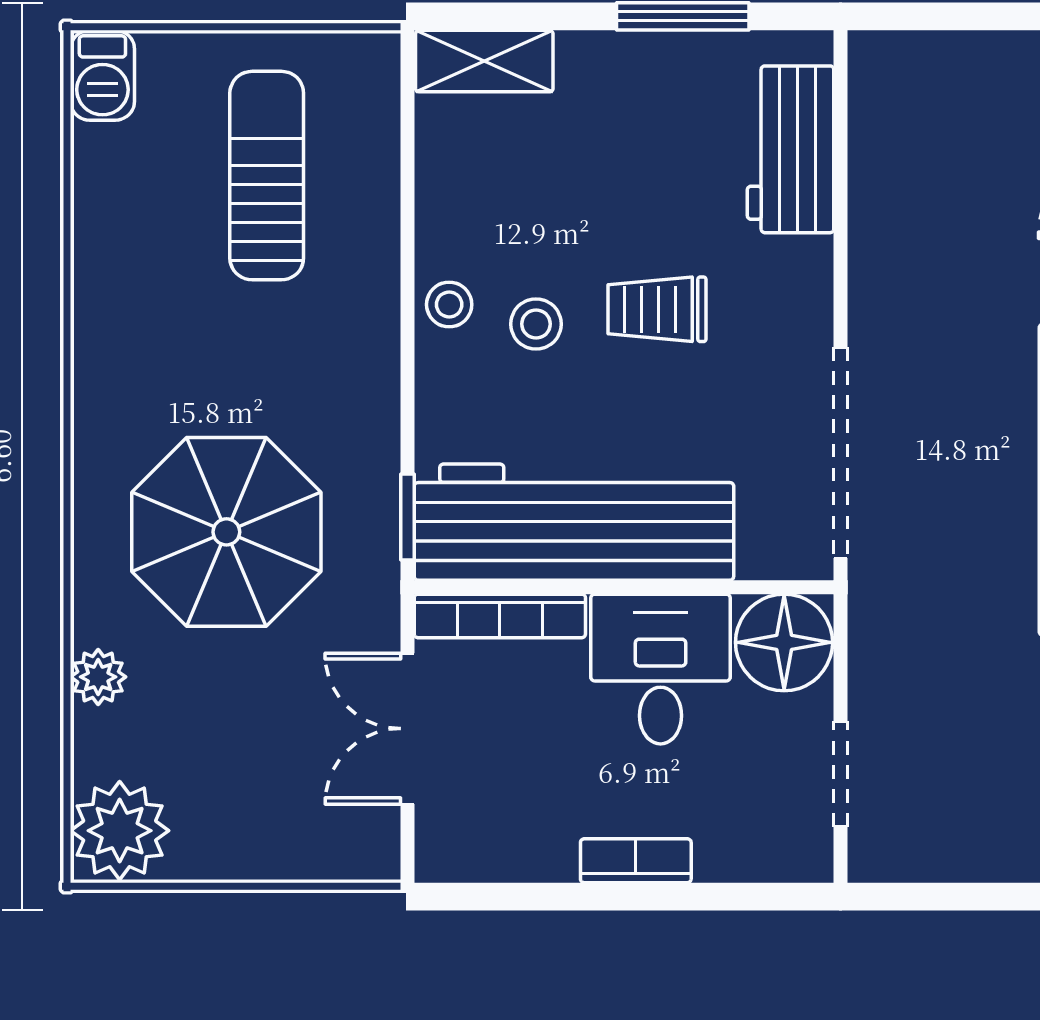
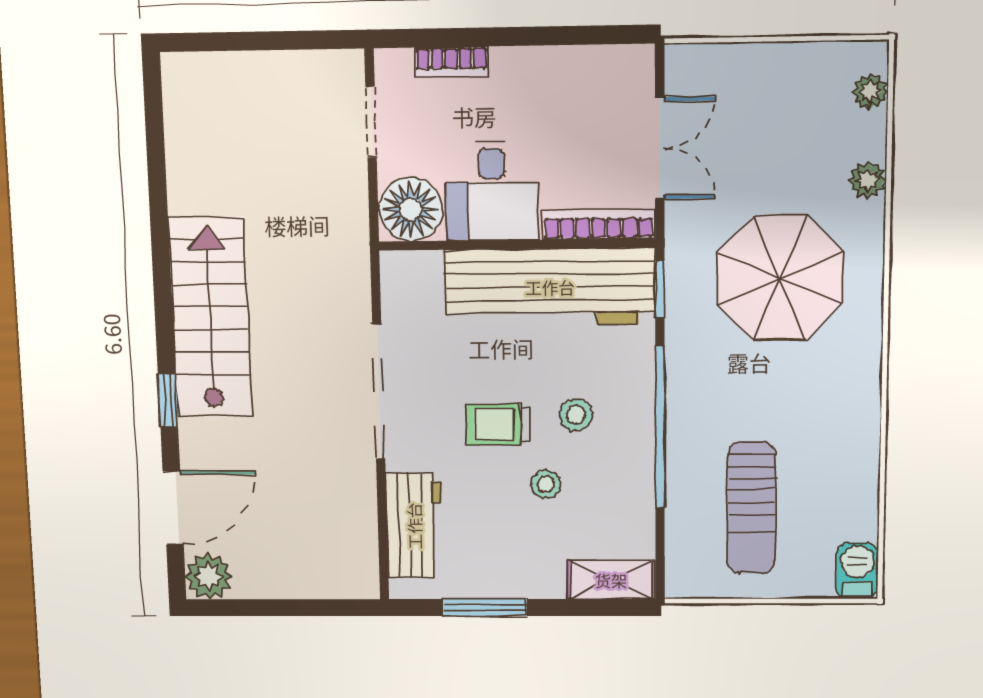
window: (407, 304) -> (660, 427), added
stool: (449, 305) -> (546, 484), moved
trolley: (657, 309) -> (498, 425), turned 180
doorway: (841, 453) -> (379, 392), moved
plant: (120, 831) -> (870, 92), width x0.53, depth x0.53
bookcase: (636, 861) -> (451, 62), moved

